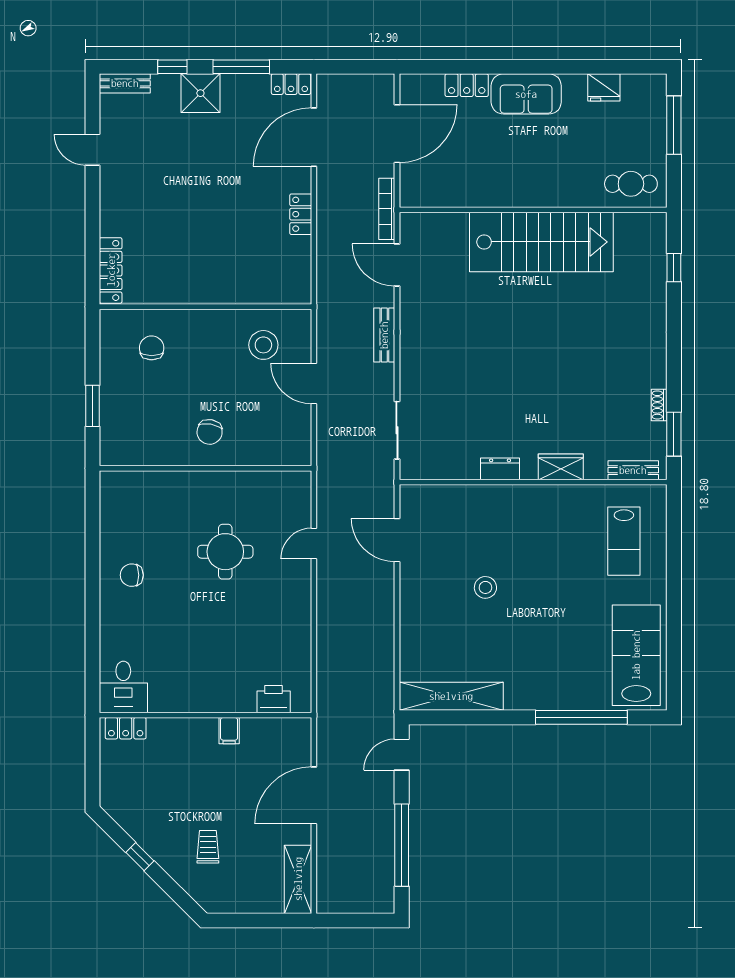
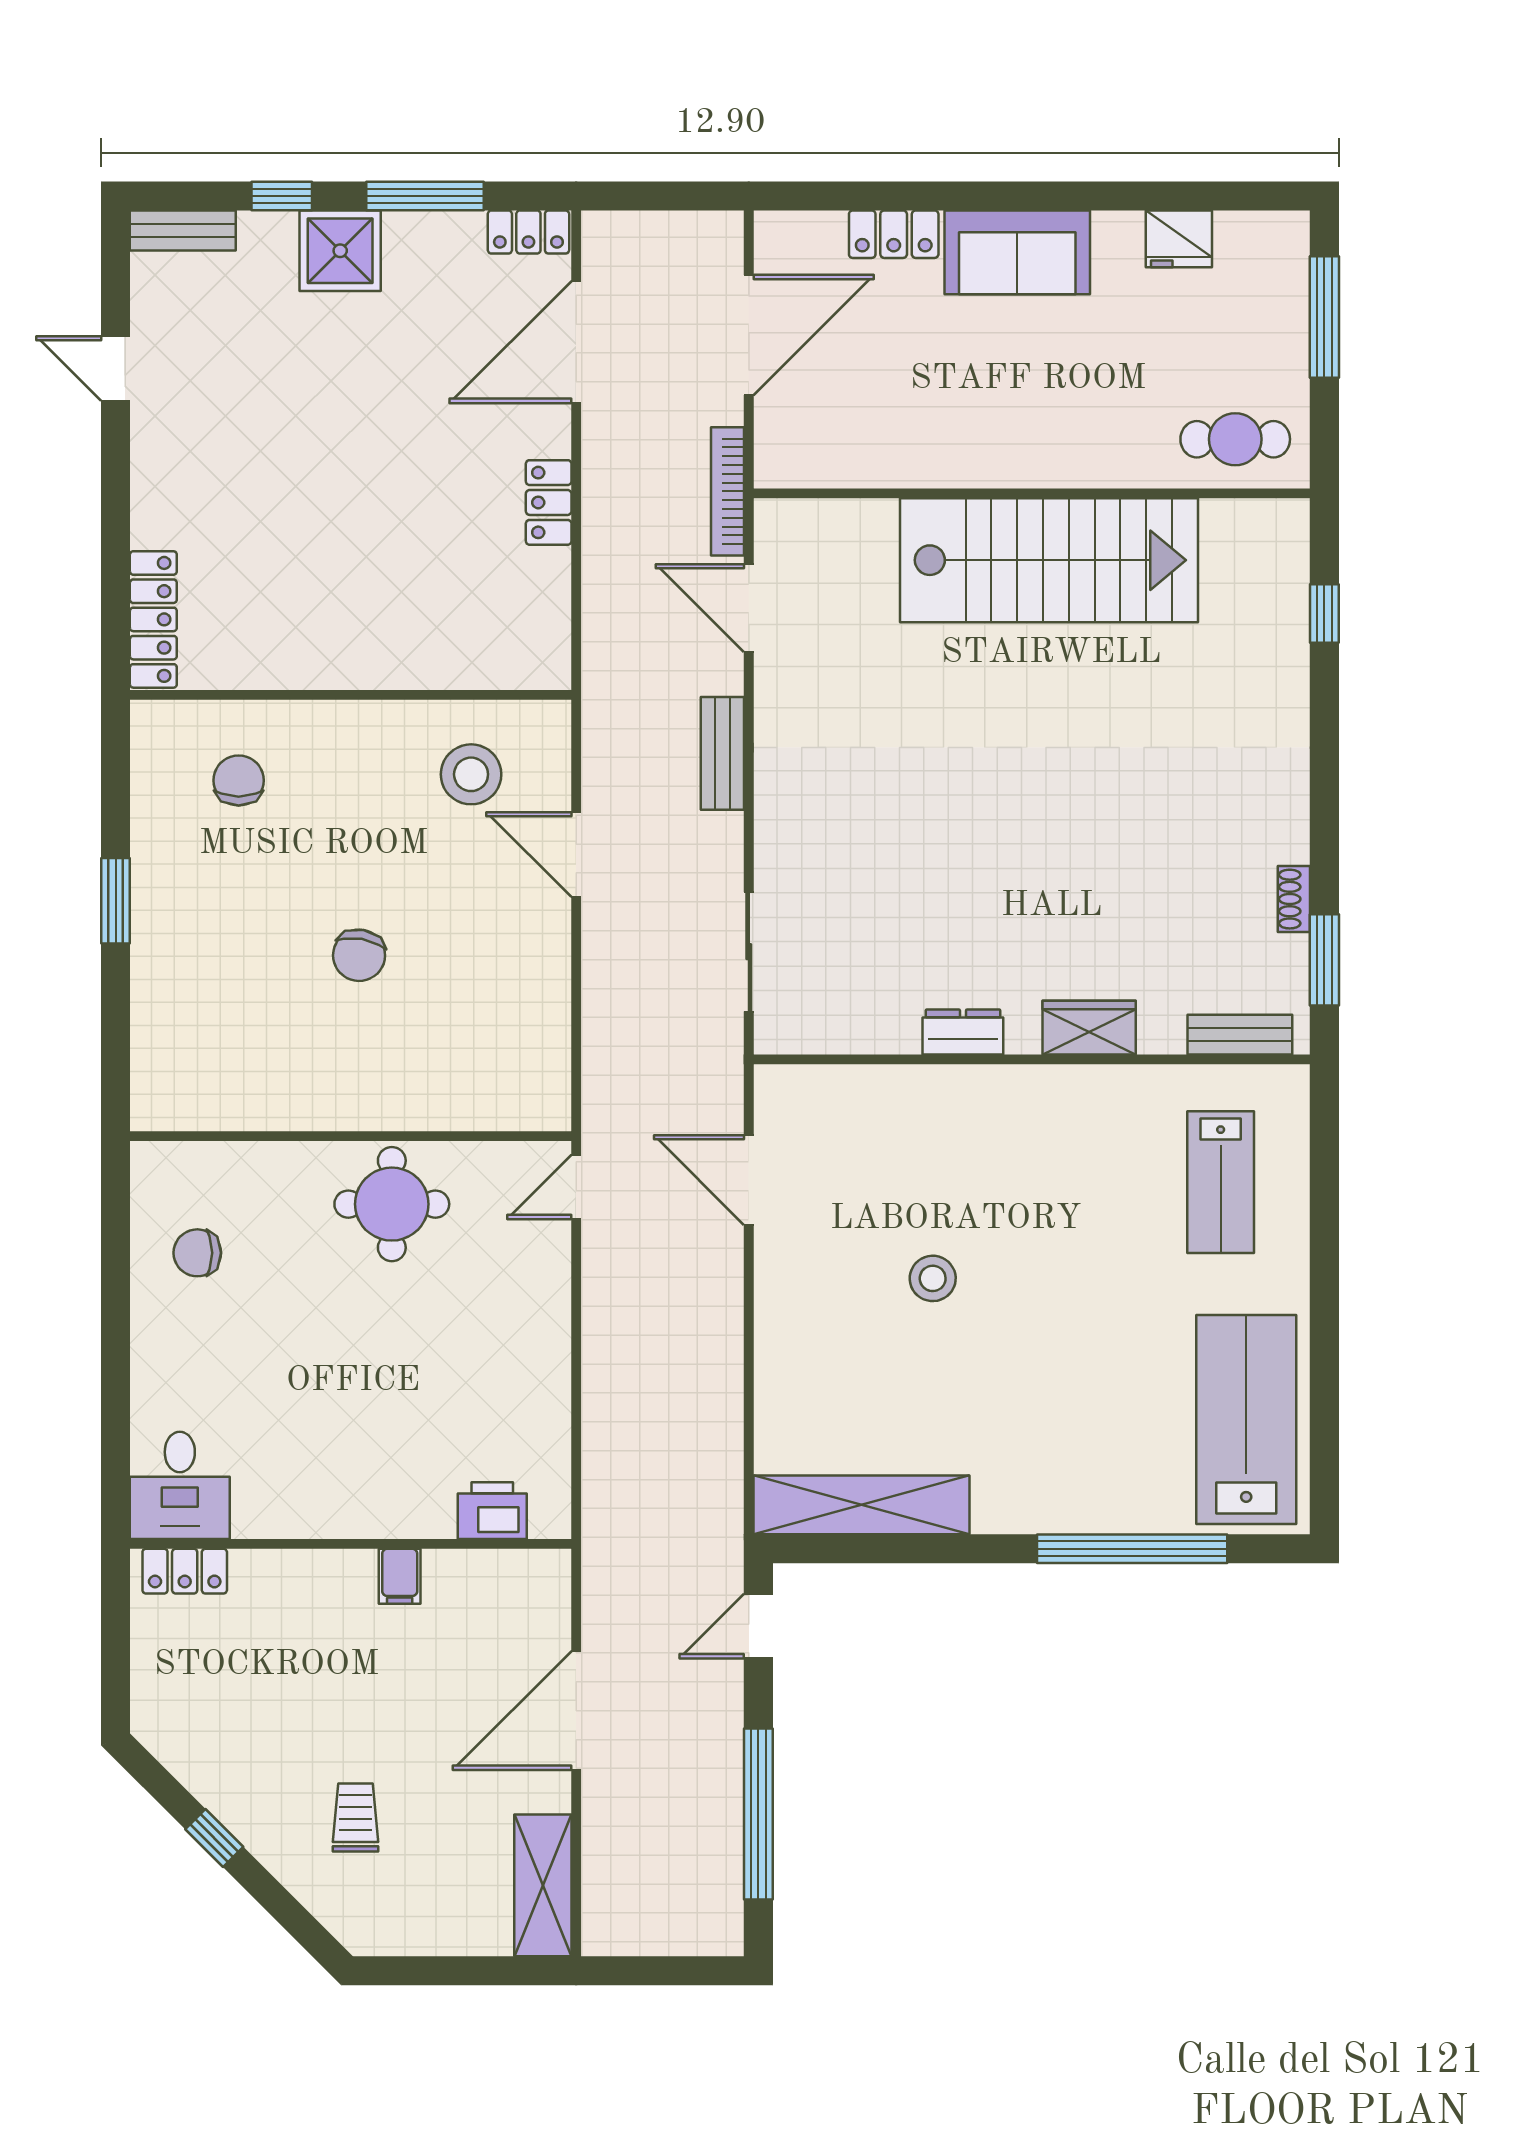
wall: (205, 468) -> (351, 1136), moved

